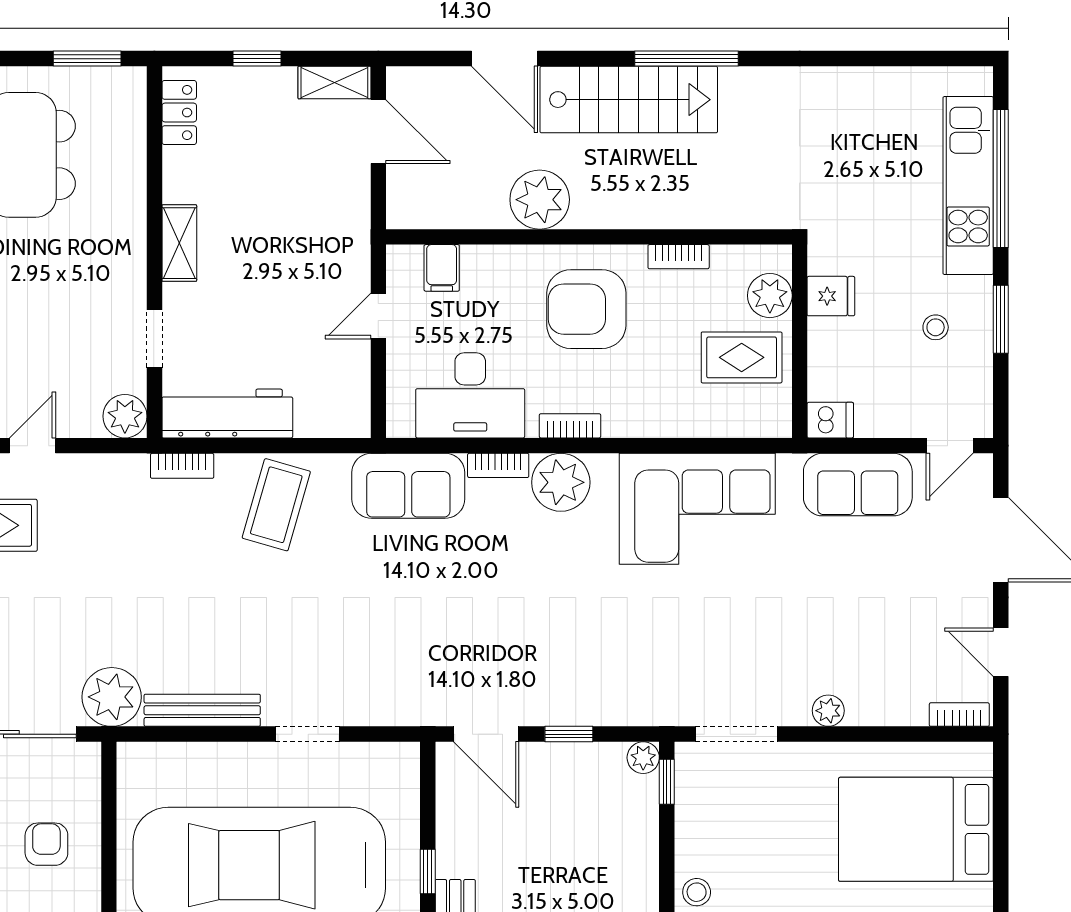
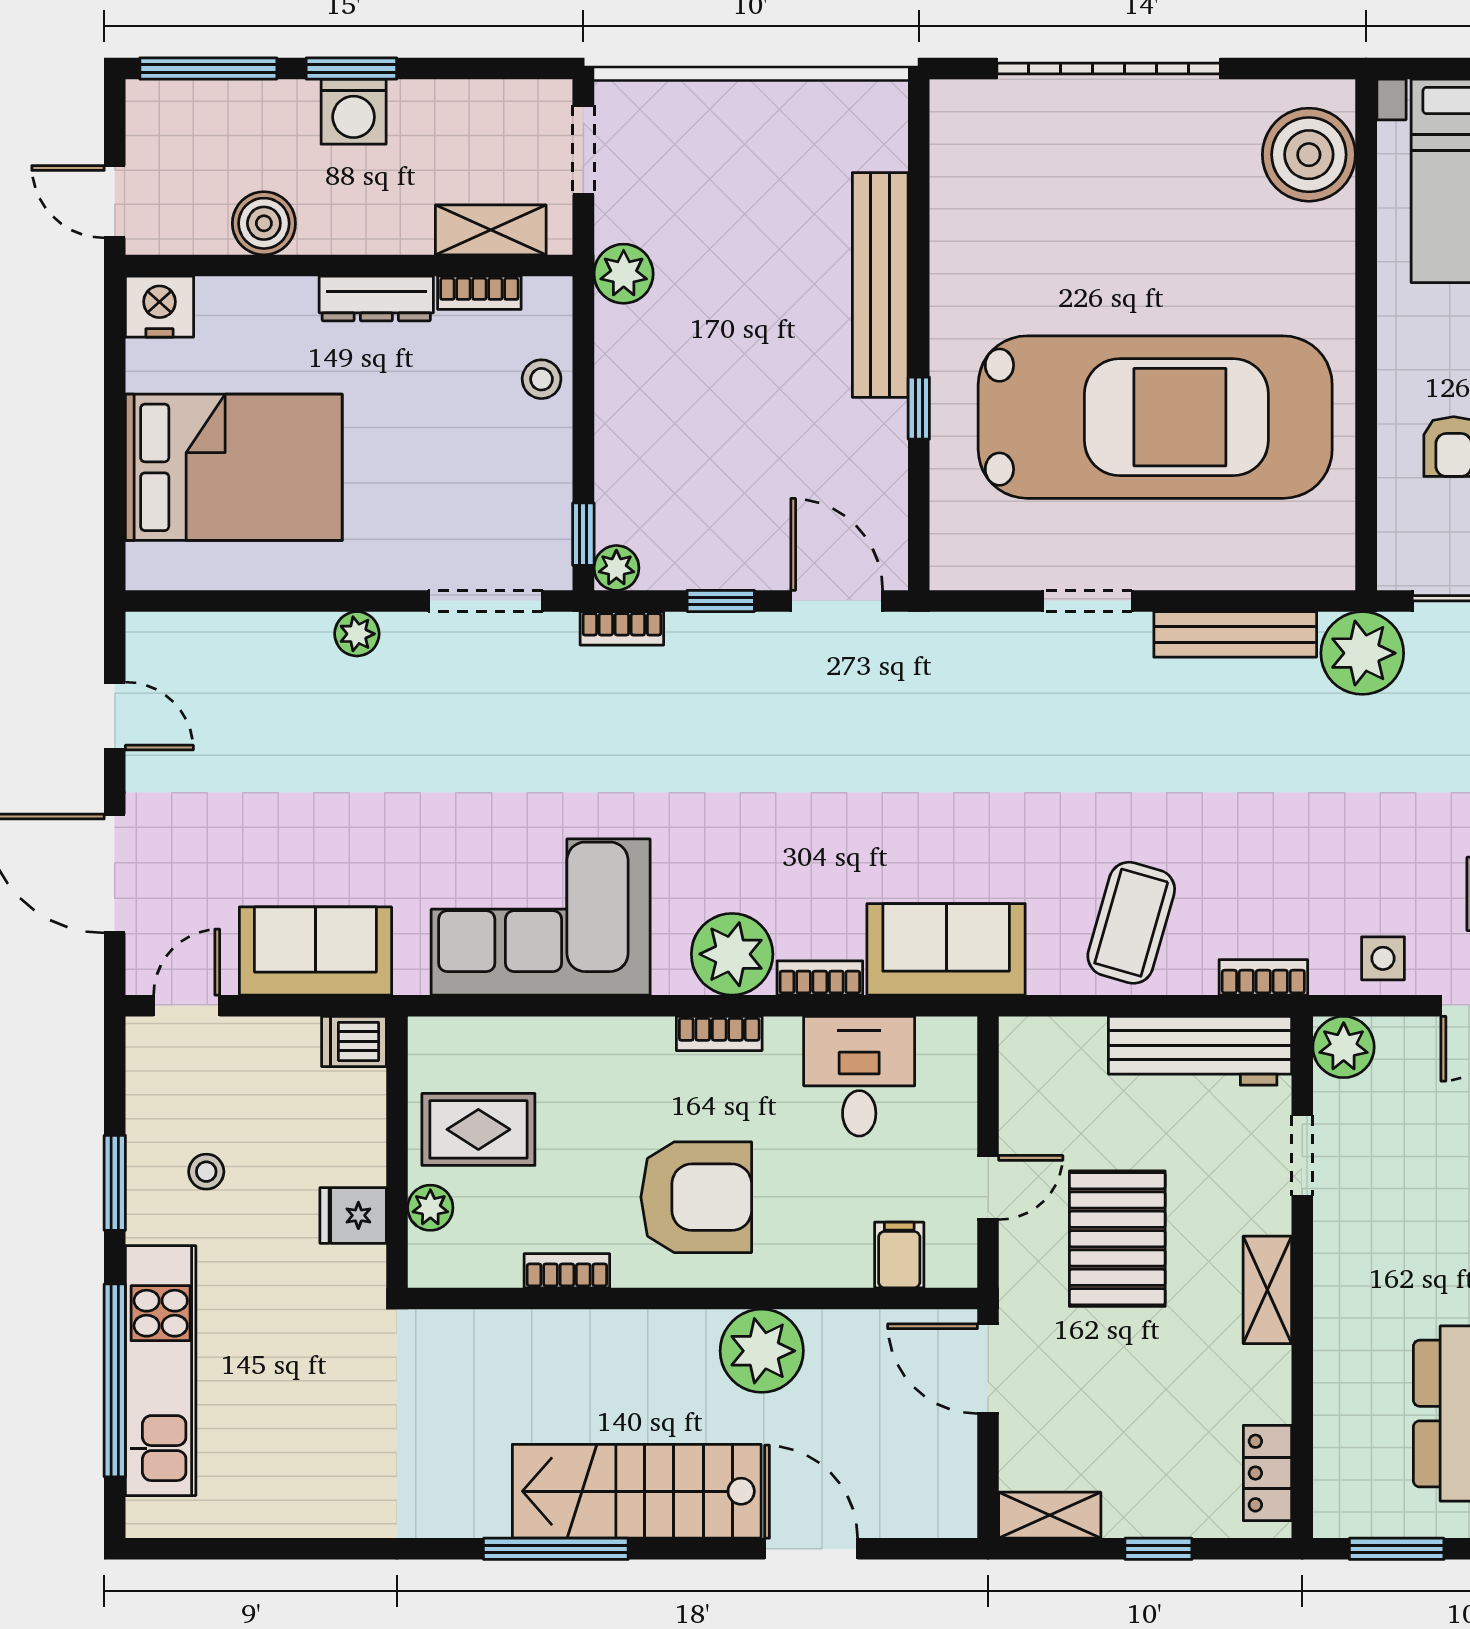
door: (378, 132) -> (988, 1369), moved
pallet: (286, 280) -> (1117, 1239), added
plant: (770, 296) -> (430, 1208), width x0.73, depth x0.73
desk: (470, 395) -> (859, 1076), width x0.73
side table: (97, 479) -> (1383, 958), added
bookcase: (959, 715) -> (622, 628), moved

